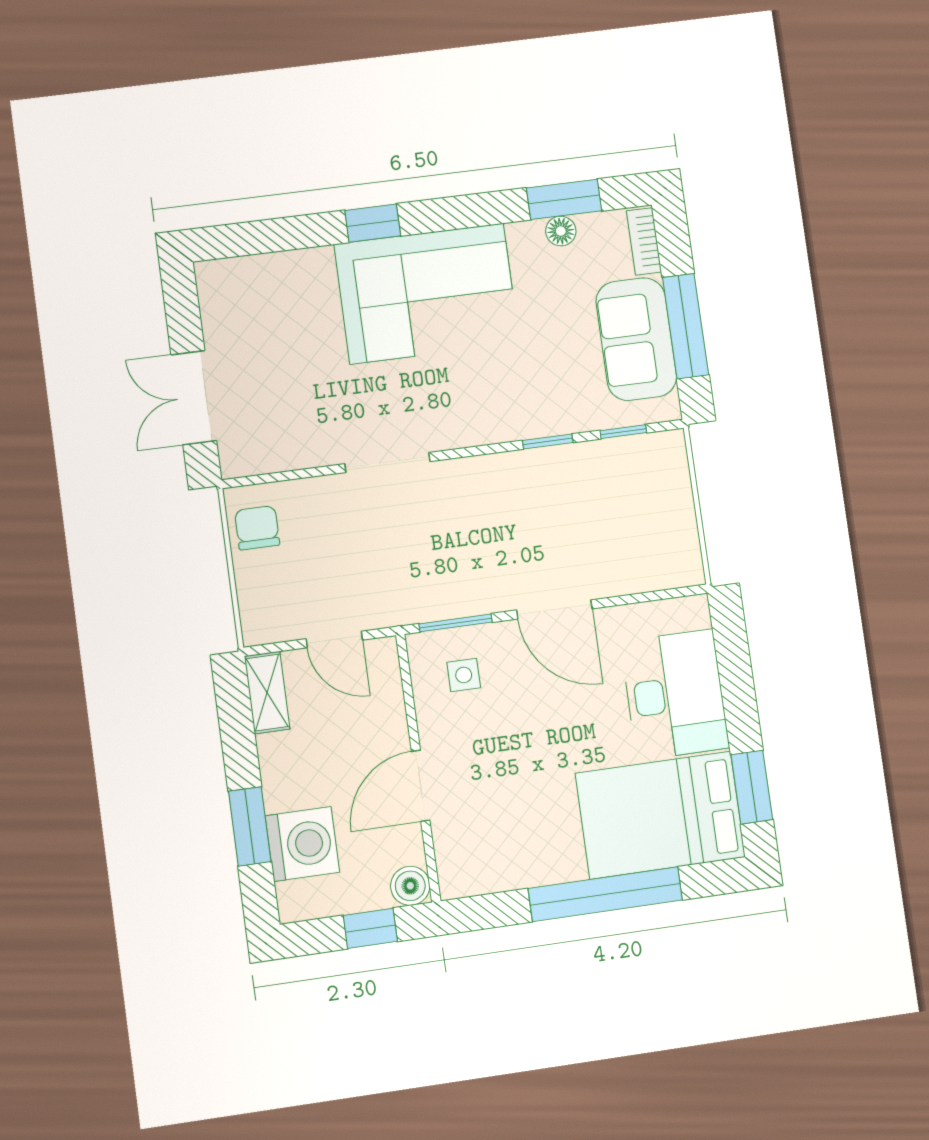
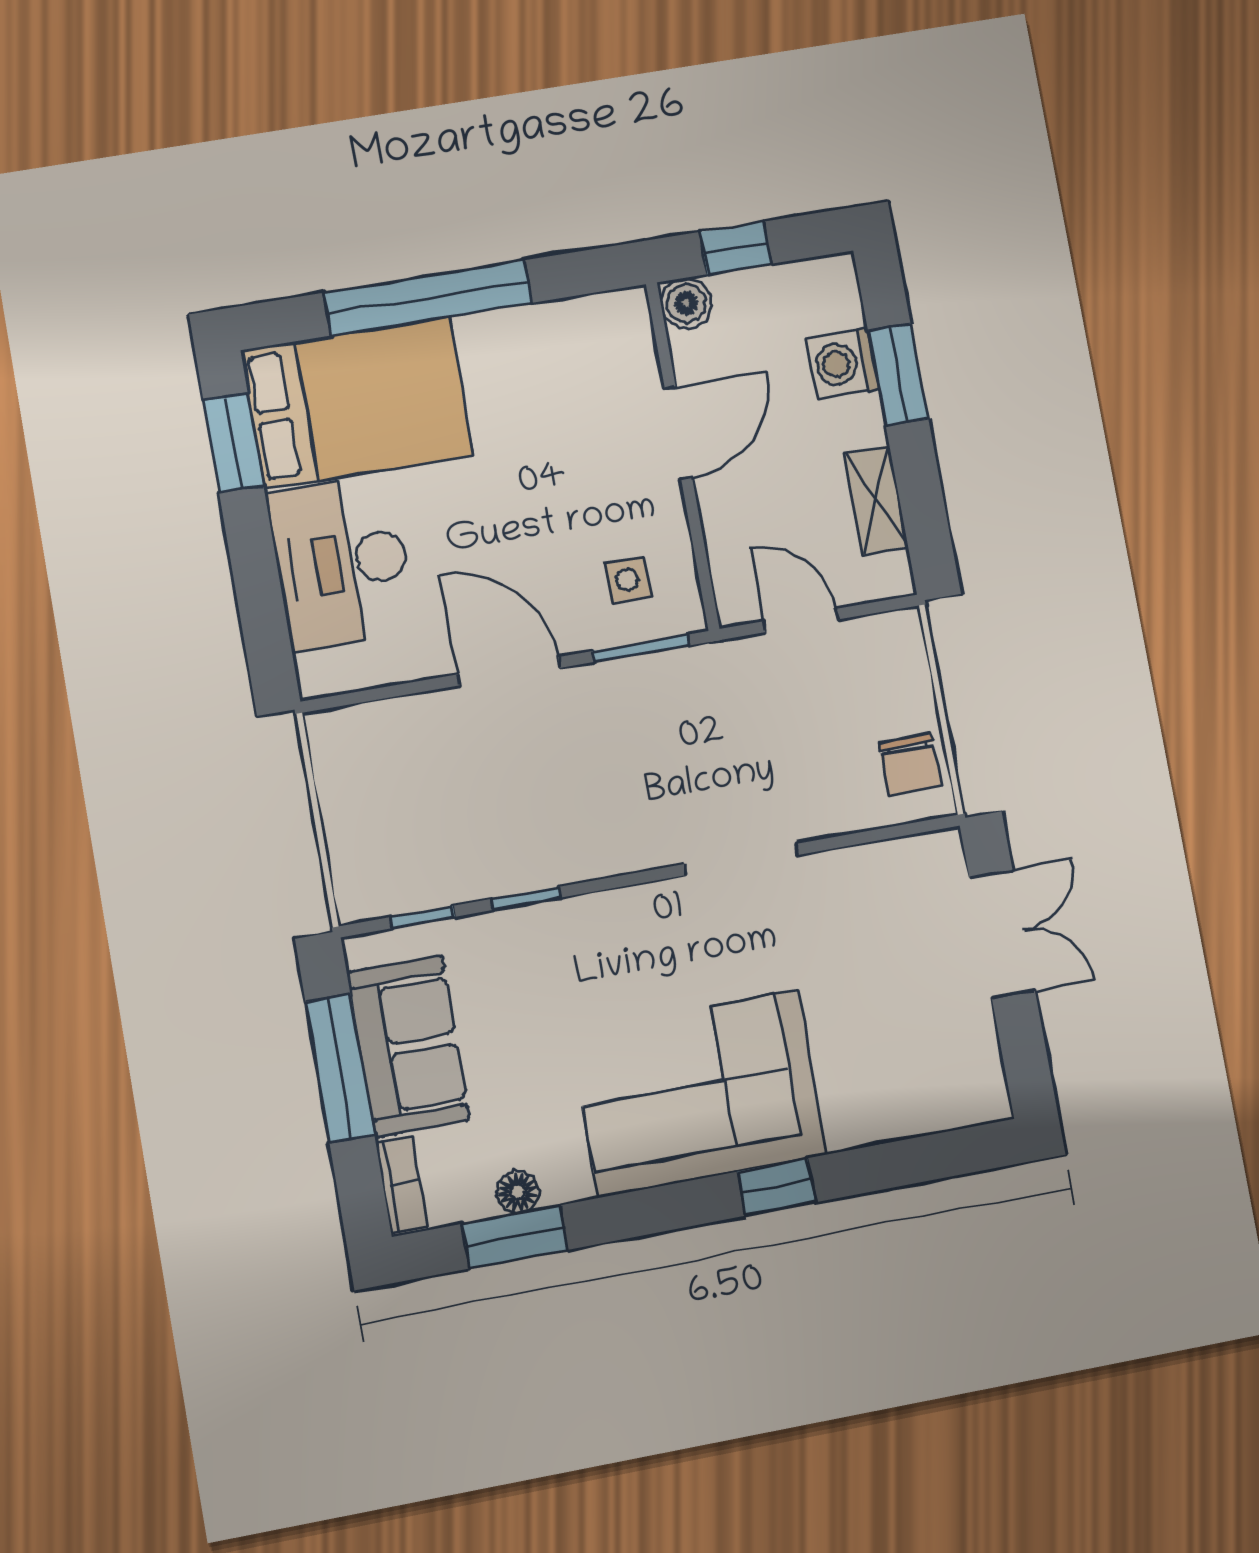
shelving: (267, 693) -> (876, 500), moved
washing machine: (302, 844) -> (842, 363), width x0.73, depth x0.73

